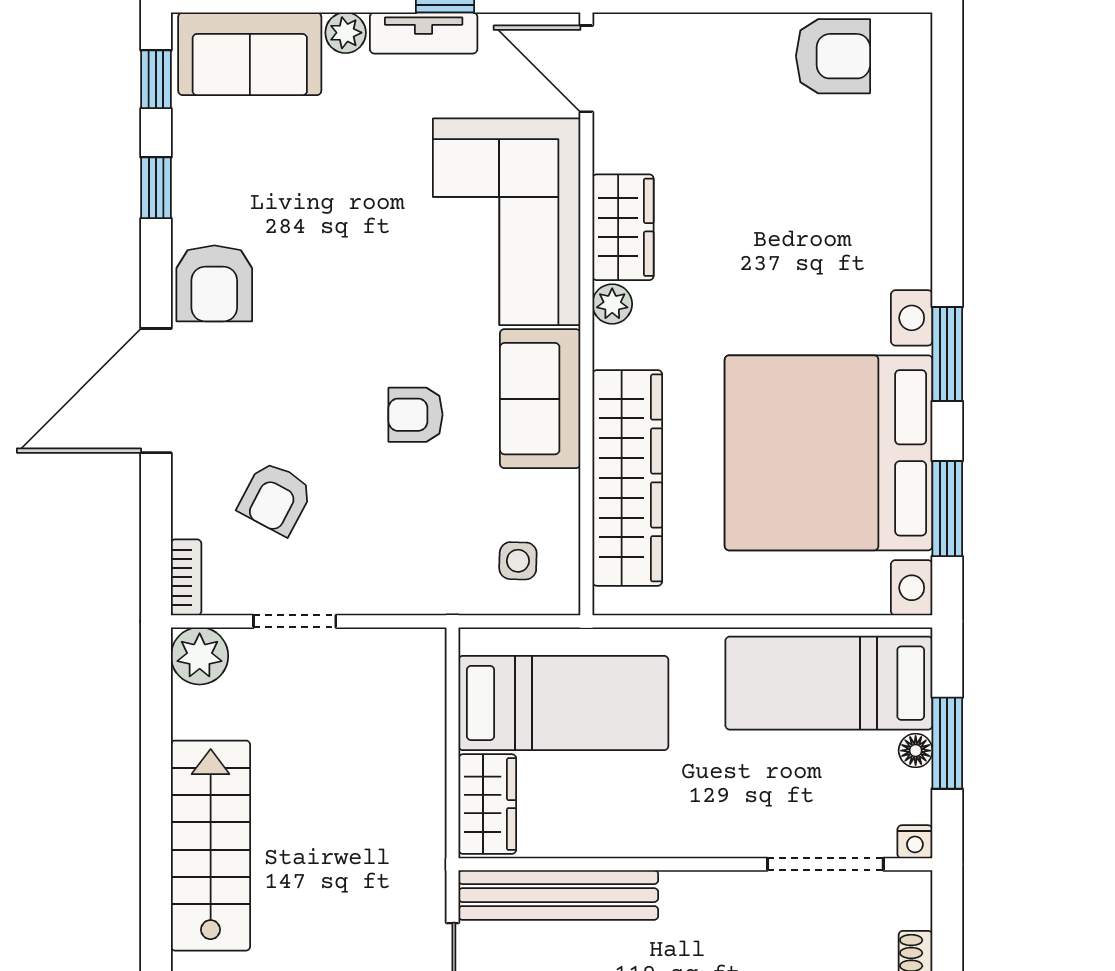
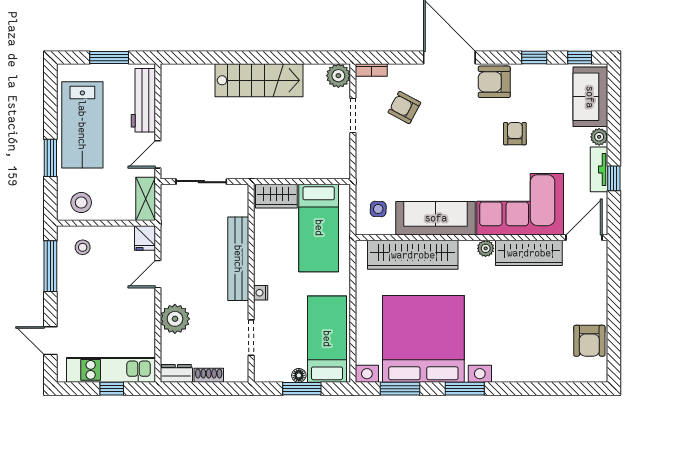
wardrobe: (623, 227) -> (529, 253), width x1.50
sofa: (540, 399) -> (436, 218), width x1.36
armchair: (416, 415) -> (515, 134), moved
nightstand: (915, 842) -> (261, 293), moved
doorway: (825, 864) -> (251, 338), width x0.73
bench: (558, 895) -> (238, 259), moved

